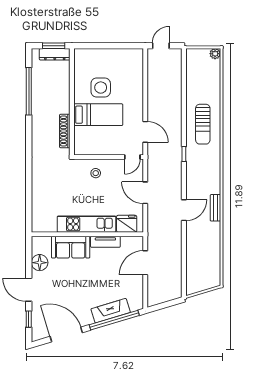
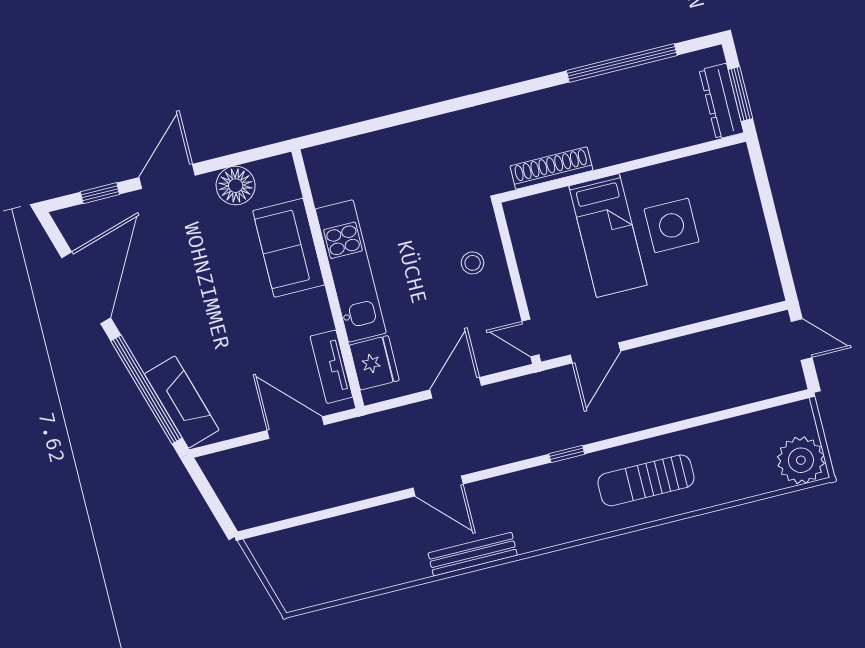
plant: (215, 54) -> (801, 460), width x1.87, depth x1.87
bench: (215, 208) -> (473, 554), width x1.36
tv unit: (105, 242) -> (331, 367), moved
fireplace: (111, 311) -> (182, 402), moved

